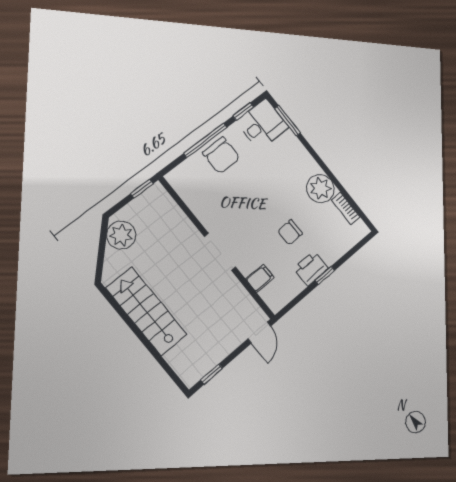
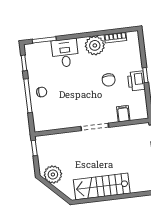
desk: (263, 124) -> (65, 53), moved
chair: (221, 155) -> (42, 92), width x0.54, depth x0.54

